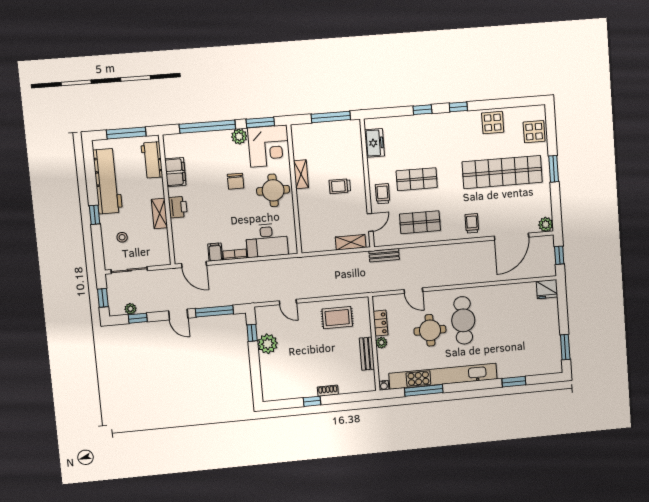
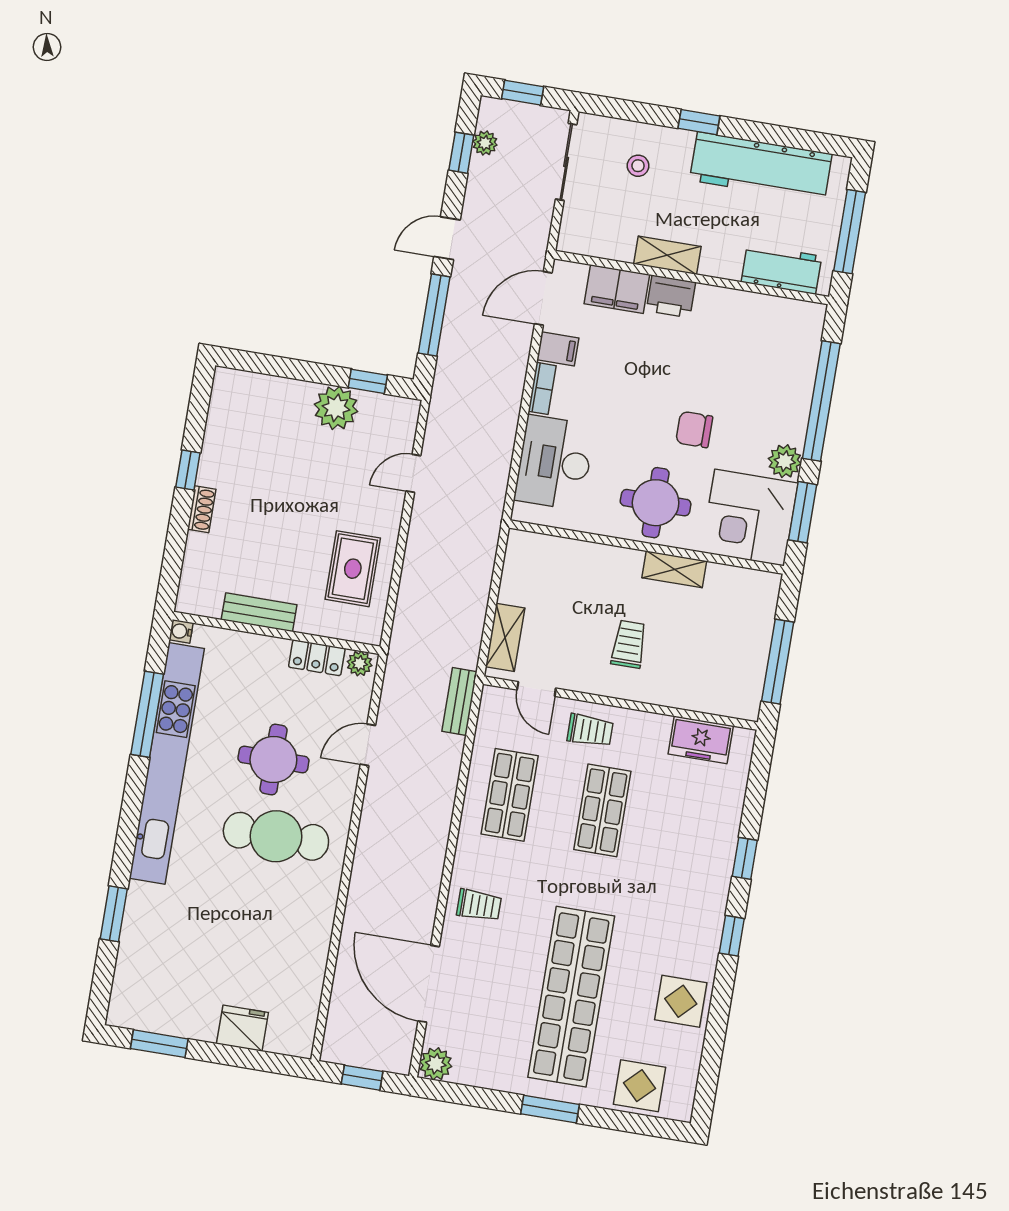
filing cabinet: (175, 172) -> (617, 289), moved
fridge: (547, 289) -> (242, 1028), moved, turned 90
plant: (381, 343) -> (360, 663), moved

